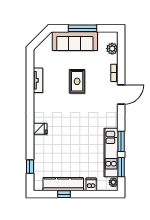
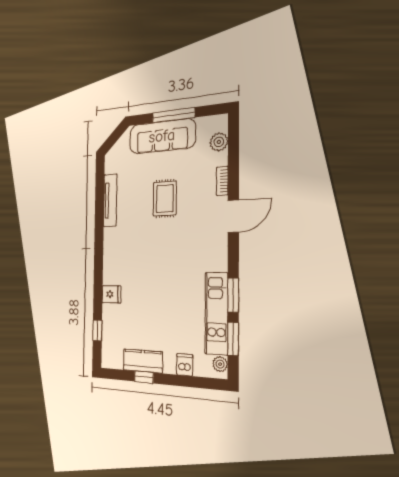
tv unit: (38, 80) -> (110, 200), width x1.41
fridge: (40, 129) -> (111, 294), moved
kitchen counter: (63, 184) -> (143, 361), width x0.67

